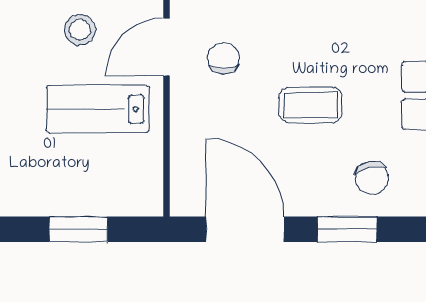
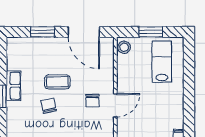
stool: (80, 30) -> (124, 47), moved
lab bench: (98, 109) -> (162, 62), moved, turned -90
chair: (372, 178) -> (49, 106), moved

